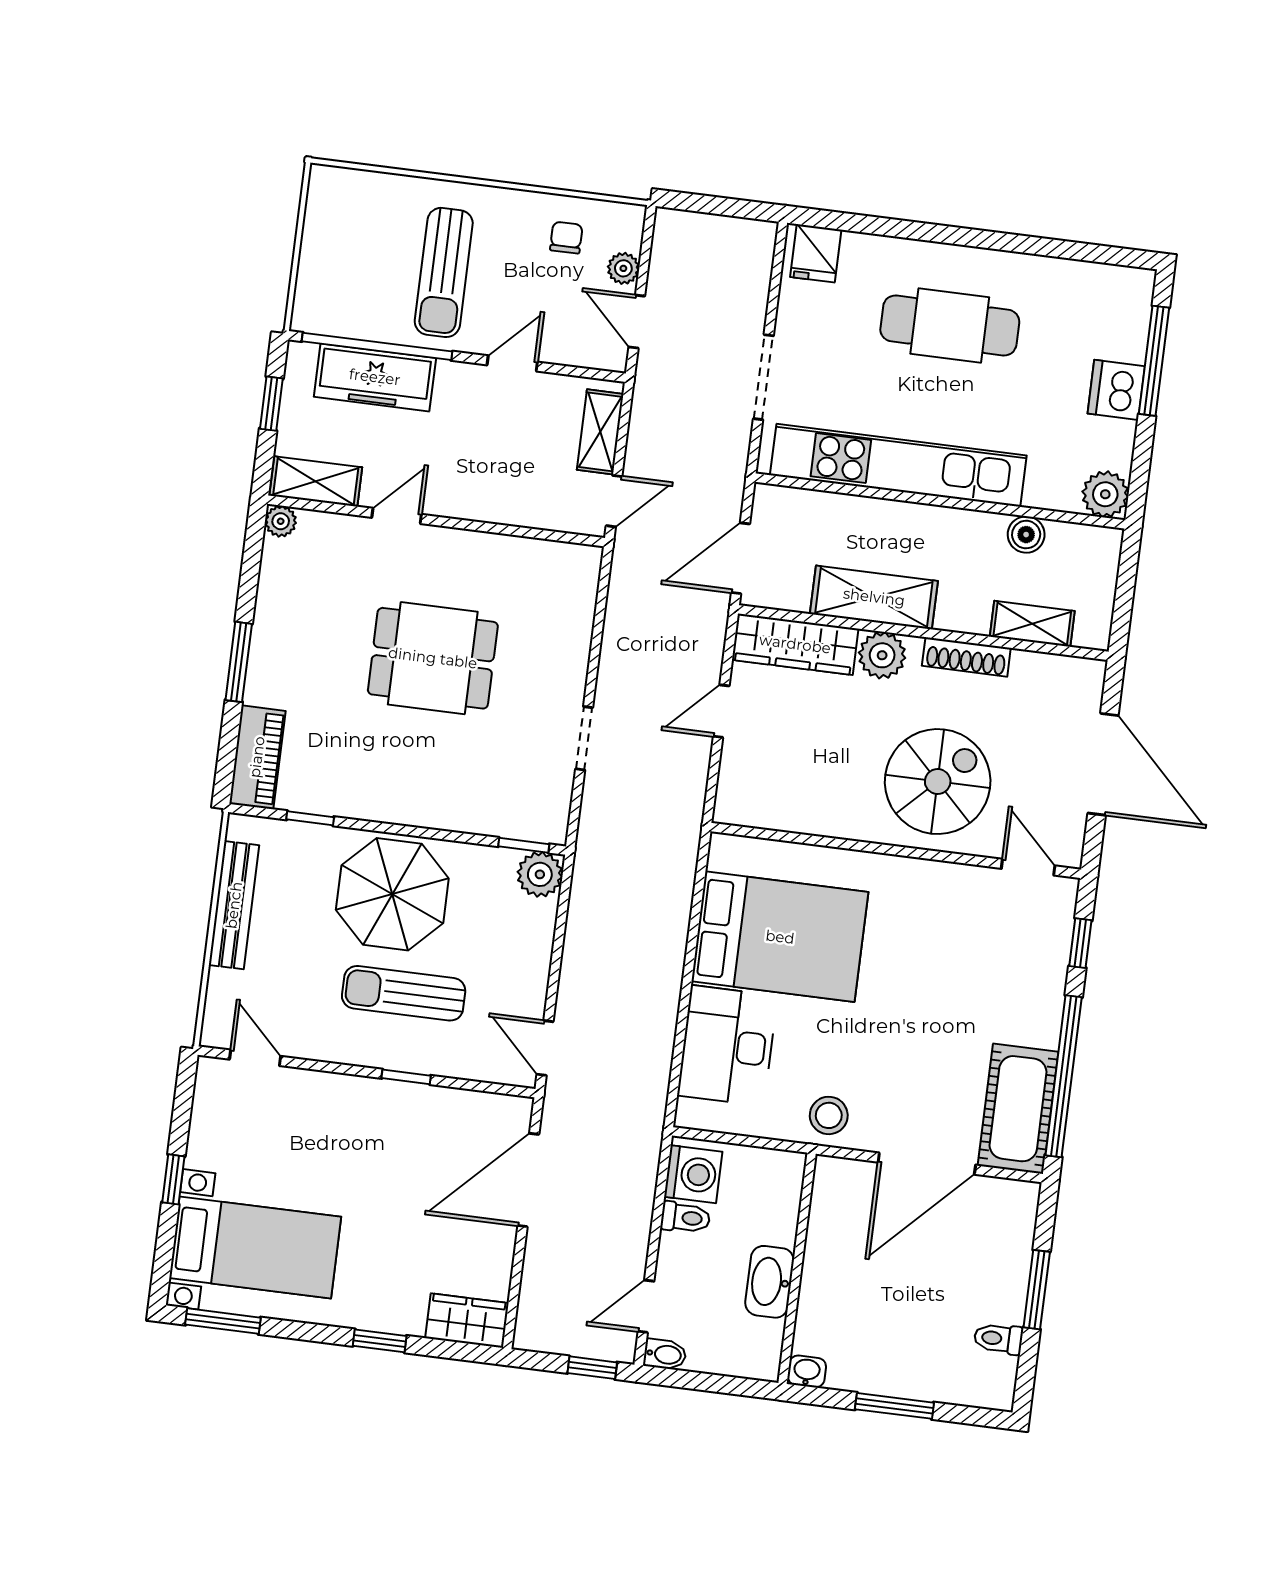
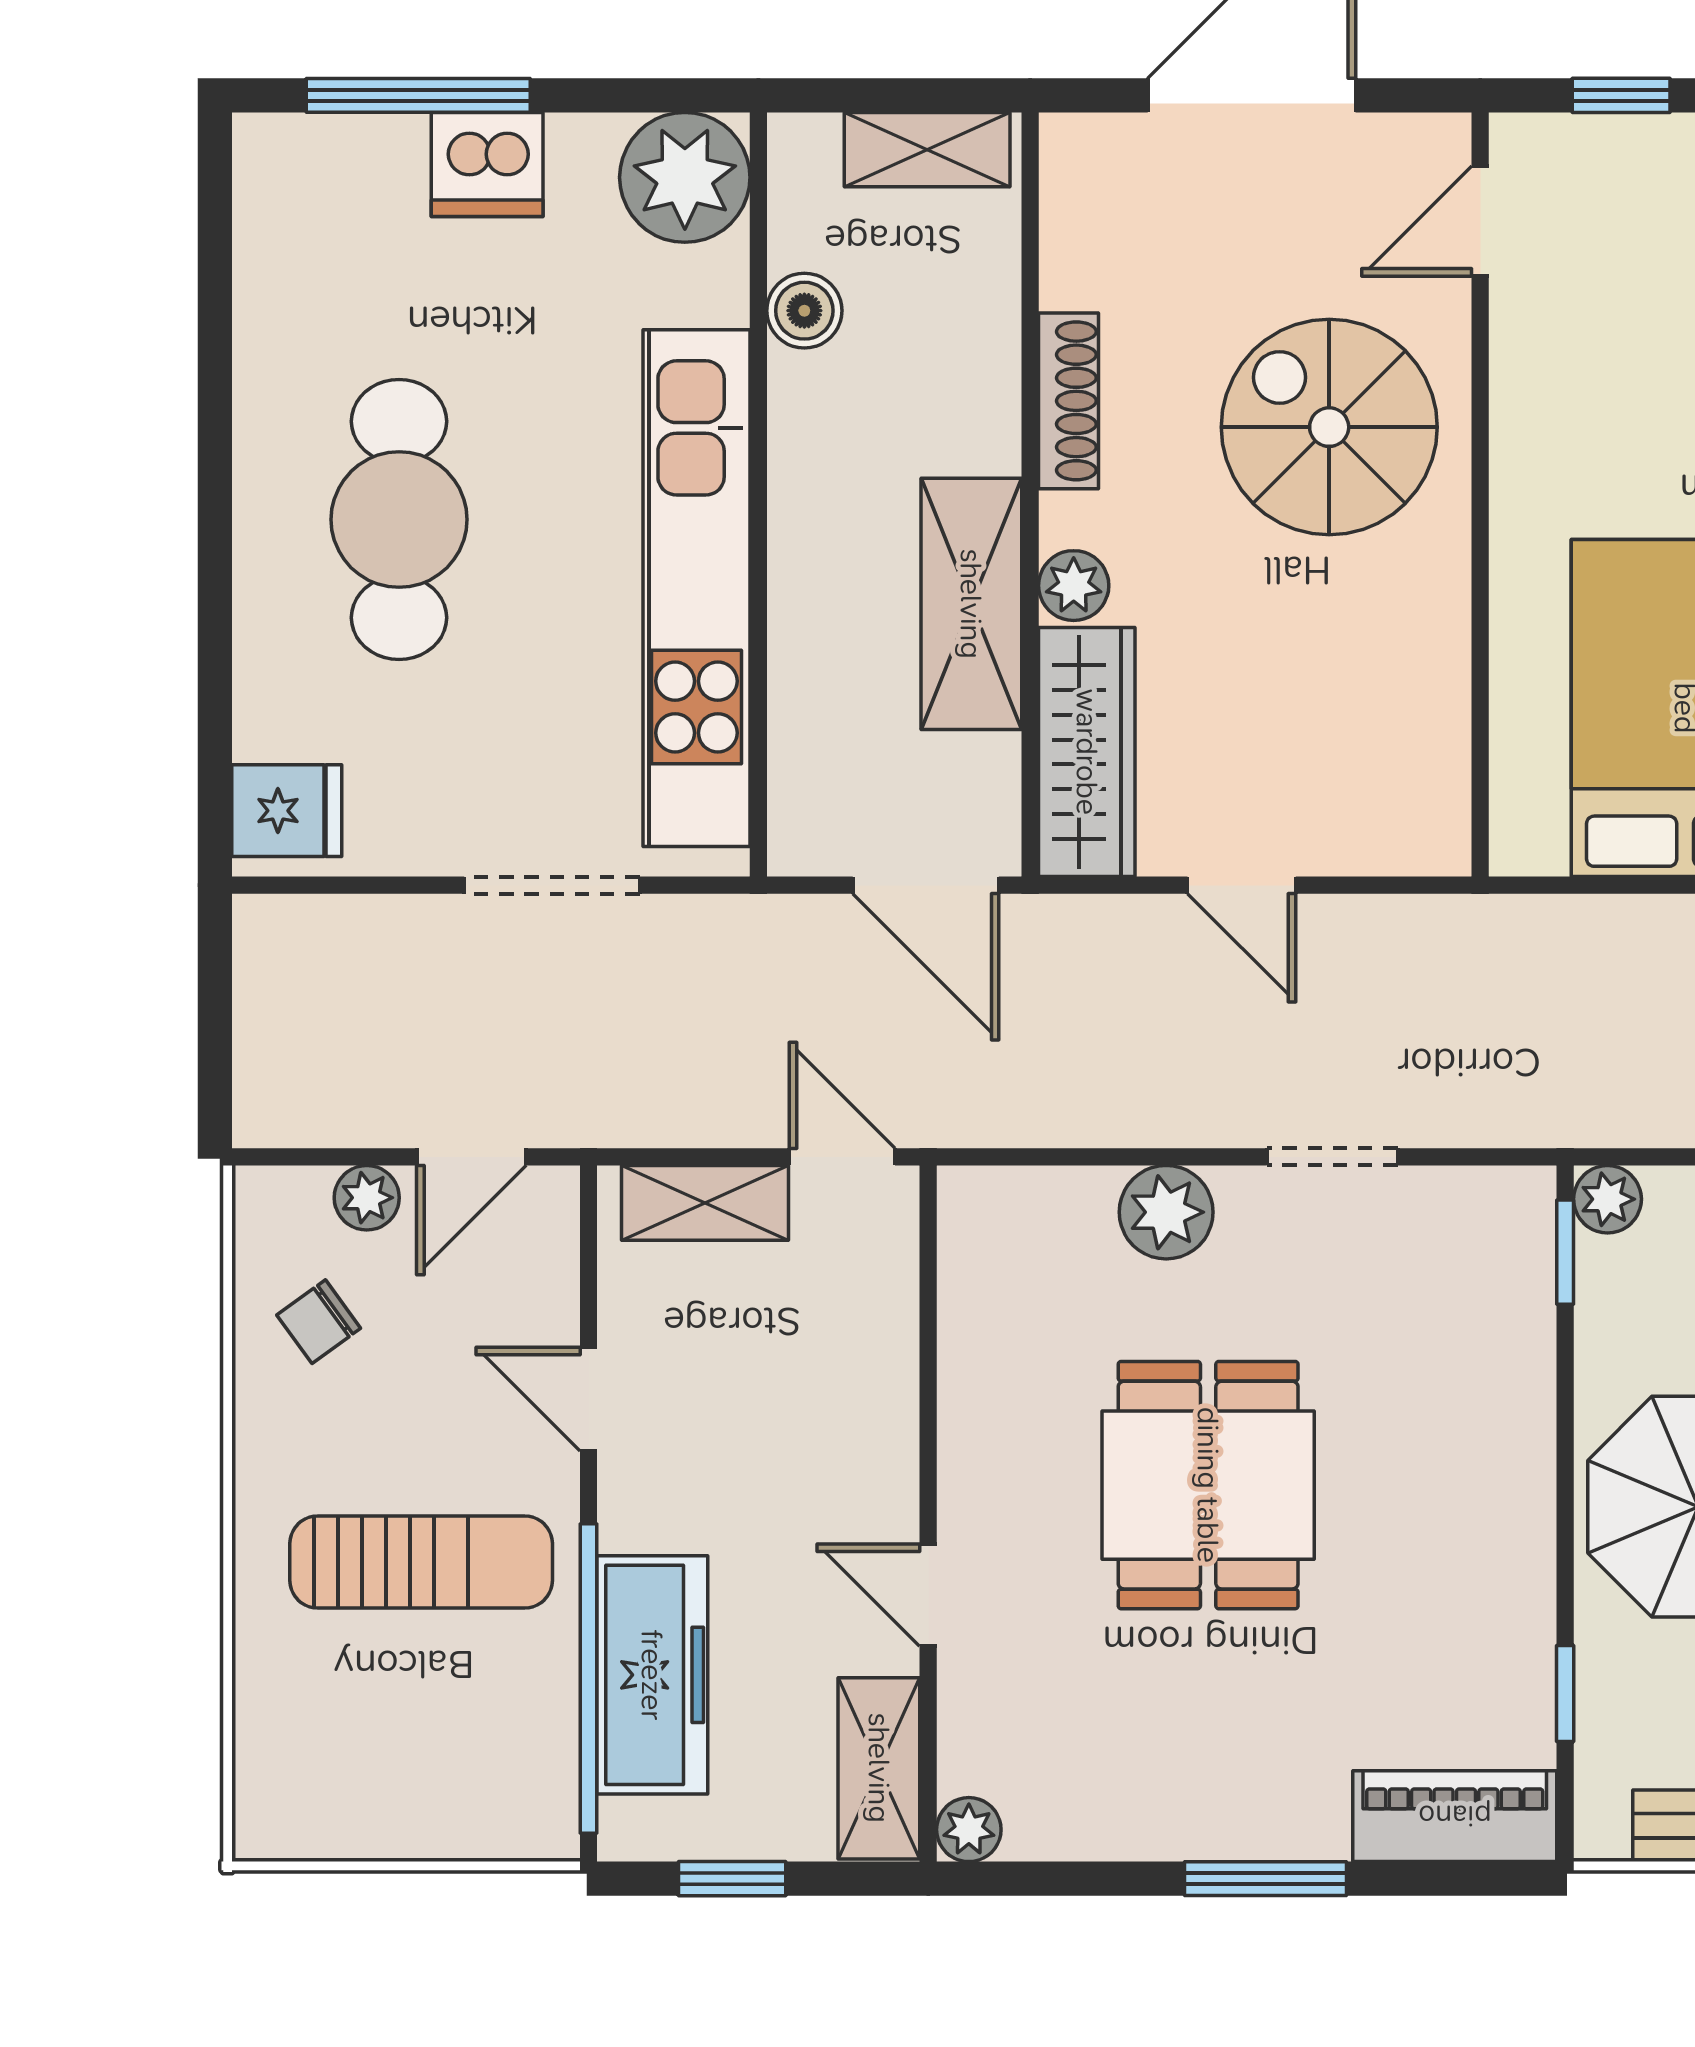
chair: (566, 238) -> (319, 1322), turned -36
plant: (1105, 494) -> (685, 177), width x1.36, depth x1.36
shelving: (1032, 624) -> (927, 150), moved, turned 90
plant: (567, 655) -> (1166, 1212), added
plant: (882, 655) -> (1074, 586), width x0.73, depth x0.73
plant: (540, 874) -> (1607, 1199), width x0.73, depth x0.73

